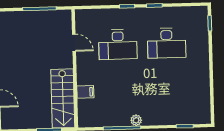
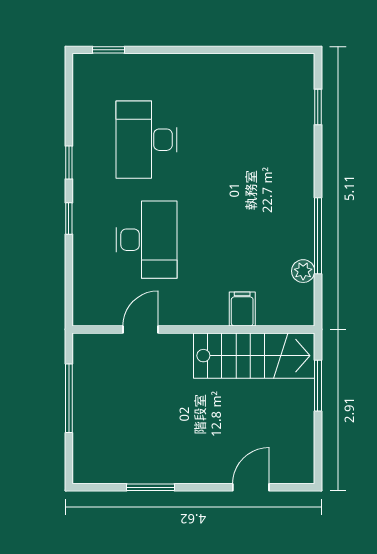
desk: (167, 43) -> (147, 140), turned 180
plant: (136, 120) -> (303, 271), moved

